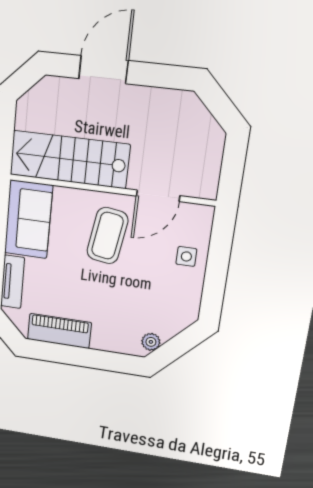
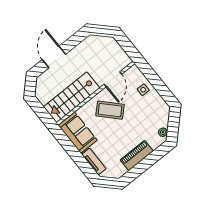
coffee table: (107, 236) -> (110, 110), turned -53
piano: (59, 331) -> (137, 155), moved

